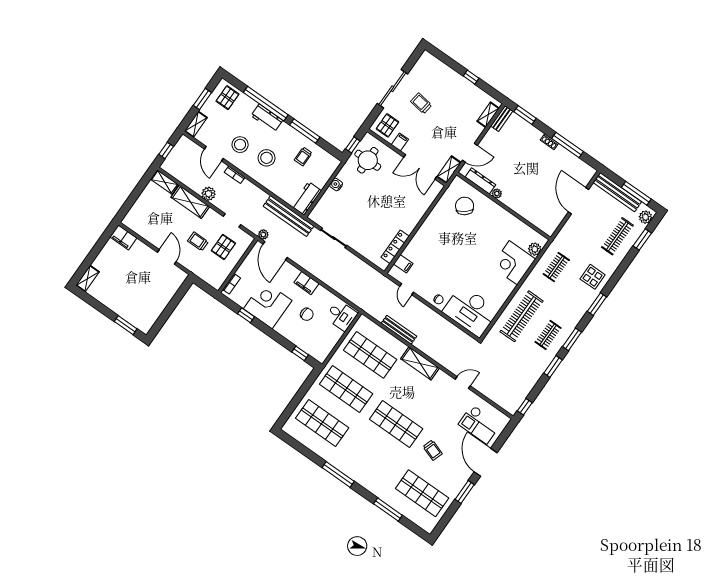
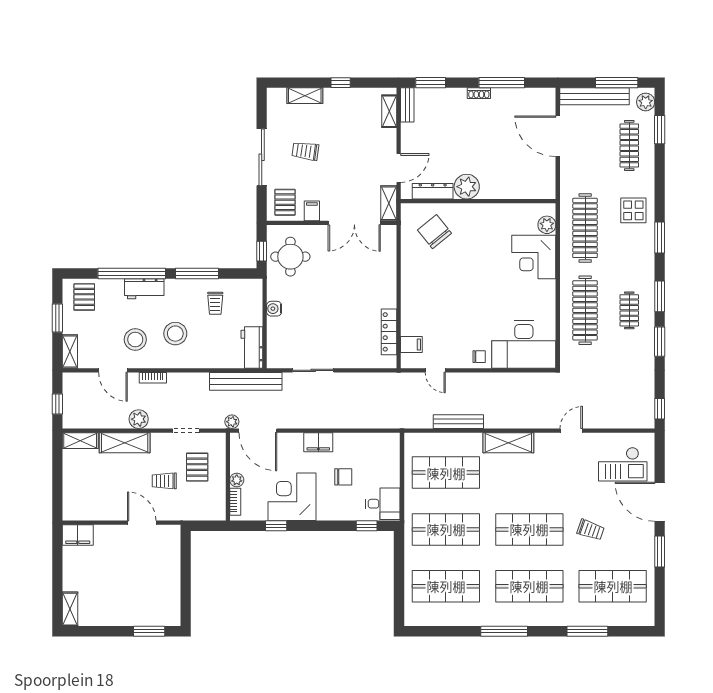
shelving: (444, 70) -> (305, 96), added
plant: (497, 194) -> (467, 187), width x1.87, depth x1.87
clothes rail: (556, 267) -> (585, 228), width x1.86, depth x1.31
plant: (242, 271) -> (237, 480), added
desk: (341, 315) -> (383, 504), moved
shop shelf: (372, 458) -> (529, 586), added

